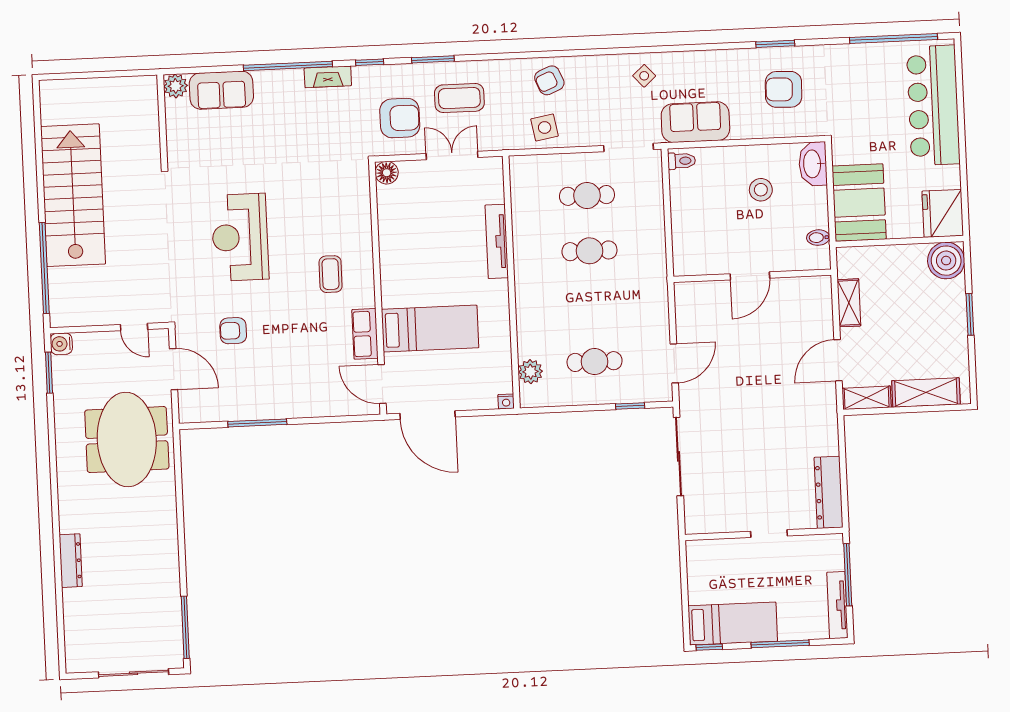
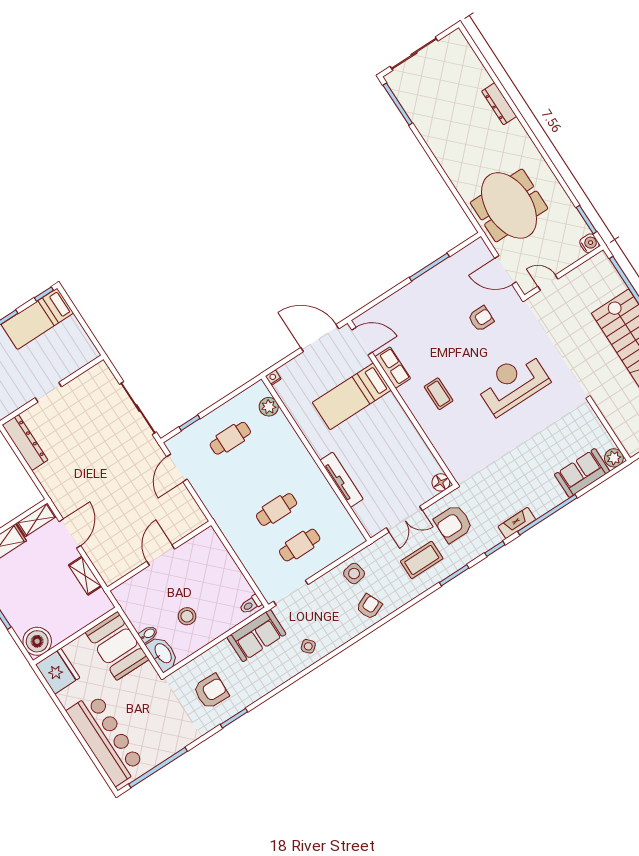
reception desk: (240, 237) -> (513, 383), turned -90
bidet: (818, 238) -> (148, 634), moved

